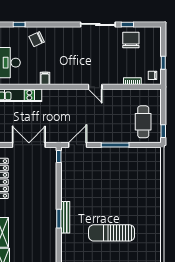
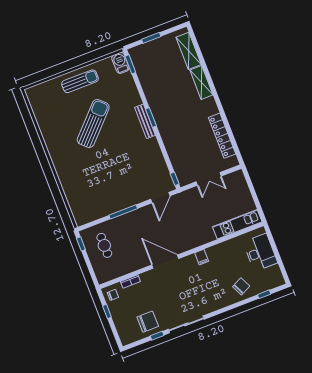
chair: (131, 40) -> (148, 322), turned -90
filing cabinet: (45, 78) -> (202, 257), moved
door: (95, 87) -> (165, 262), width x1.87
cafe table: (143, 122) -> (104, 245), width x0.73, depth x0.74
double door: (29, 145) -> (209, 179), width x0.73
sun lounger: (112, 233) -> (93, 124), turned -46

